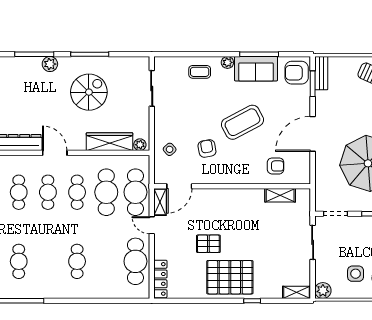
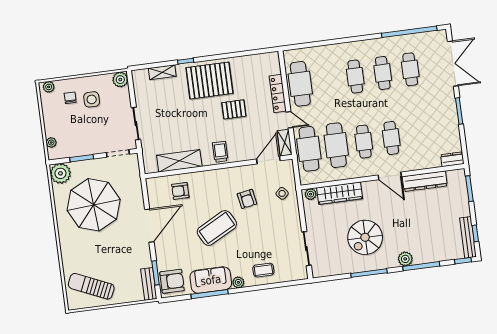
cafe table: (19, 192) -> (383, 73), moved
shelving: (280, 195) -> (179, 161), width x1.50, depth x1.33
trolley: (228, 201) -> (220, 152), added
locker: (160, 279) -> (278, 93), moved
shelving: (297, 292) -> (162, 72), moved

